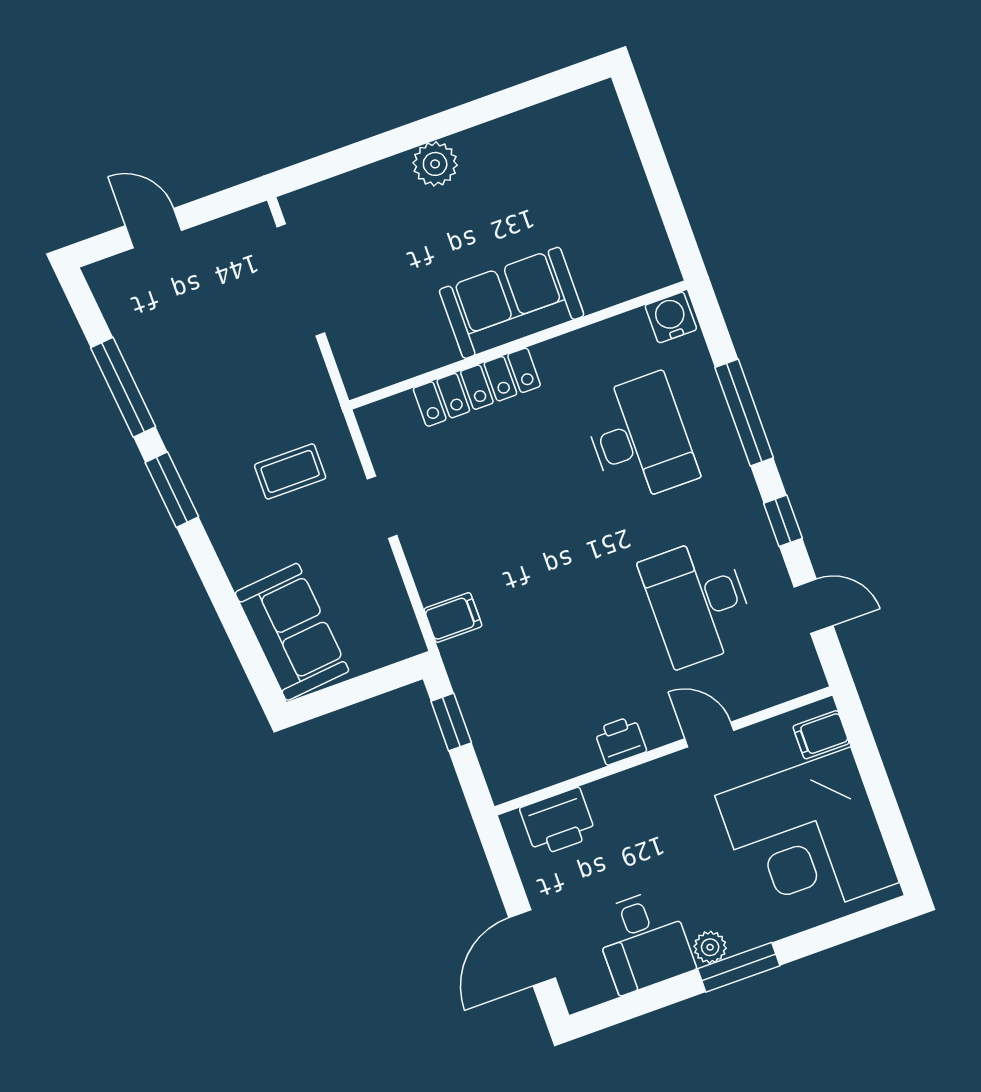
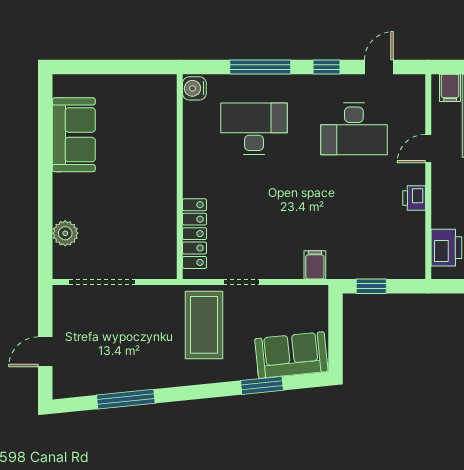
plant: (435, 164) -> (65, 233), moved
sofa: (512, 303) -> (74, 135), moved, turned 180
locker: (477, 387) -> (195, 234), moved
coffee table: (290, 471) -> (204, 325), width x1.86, depth x1.72
window: (172, 490) -> (262, 385), moved

